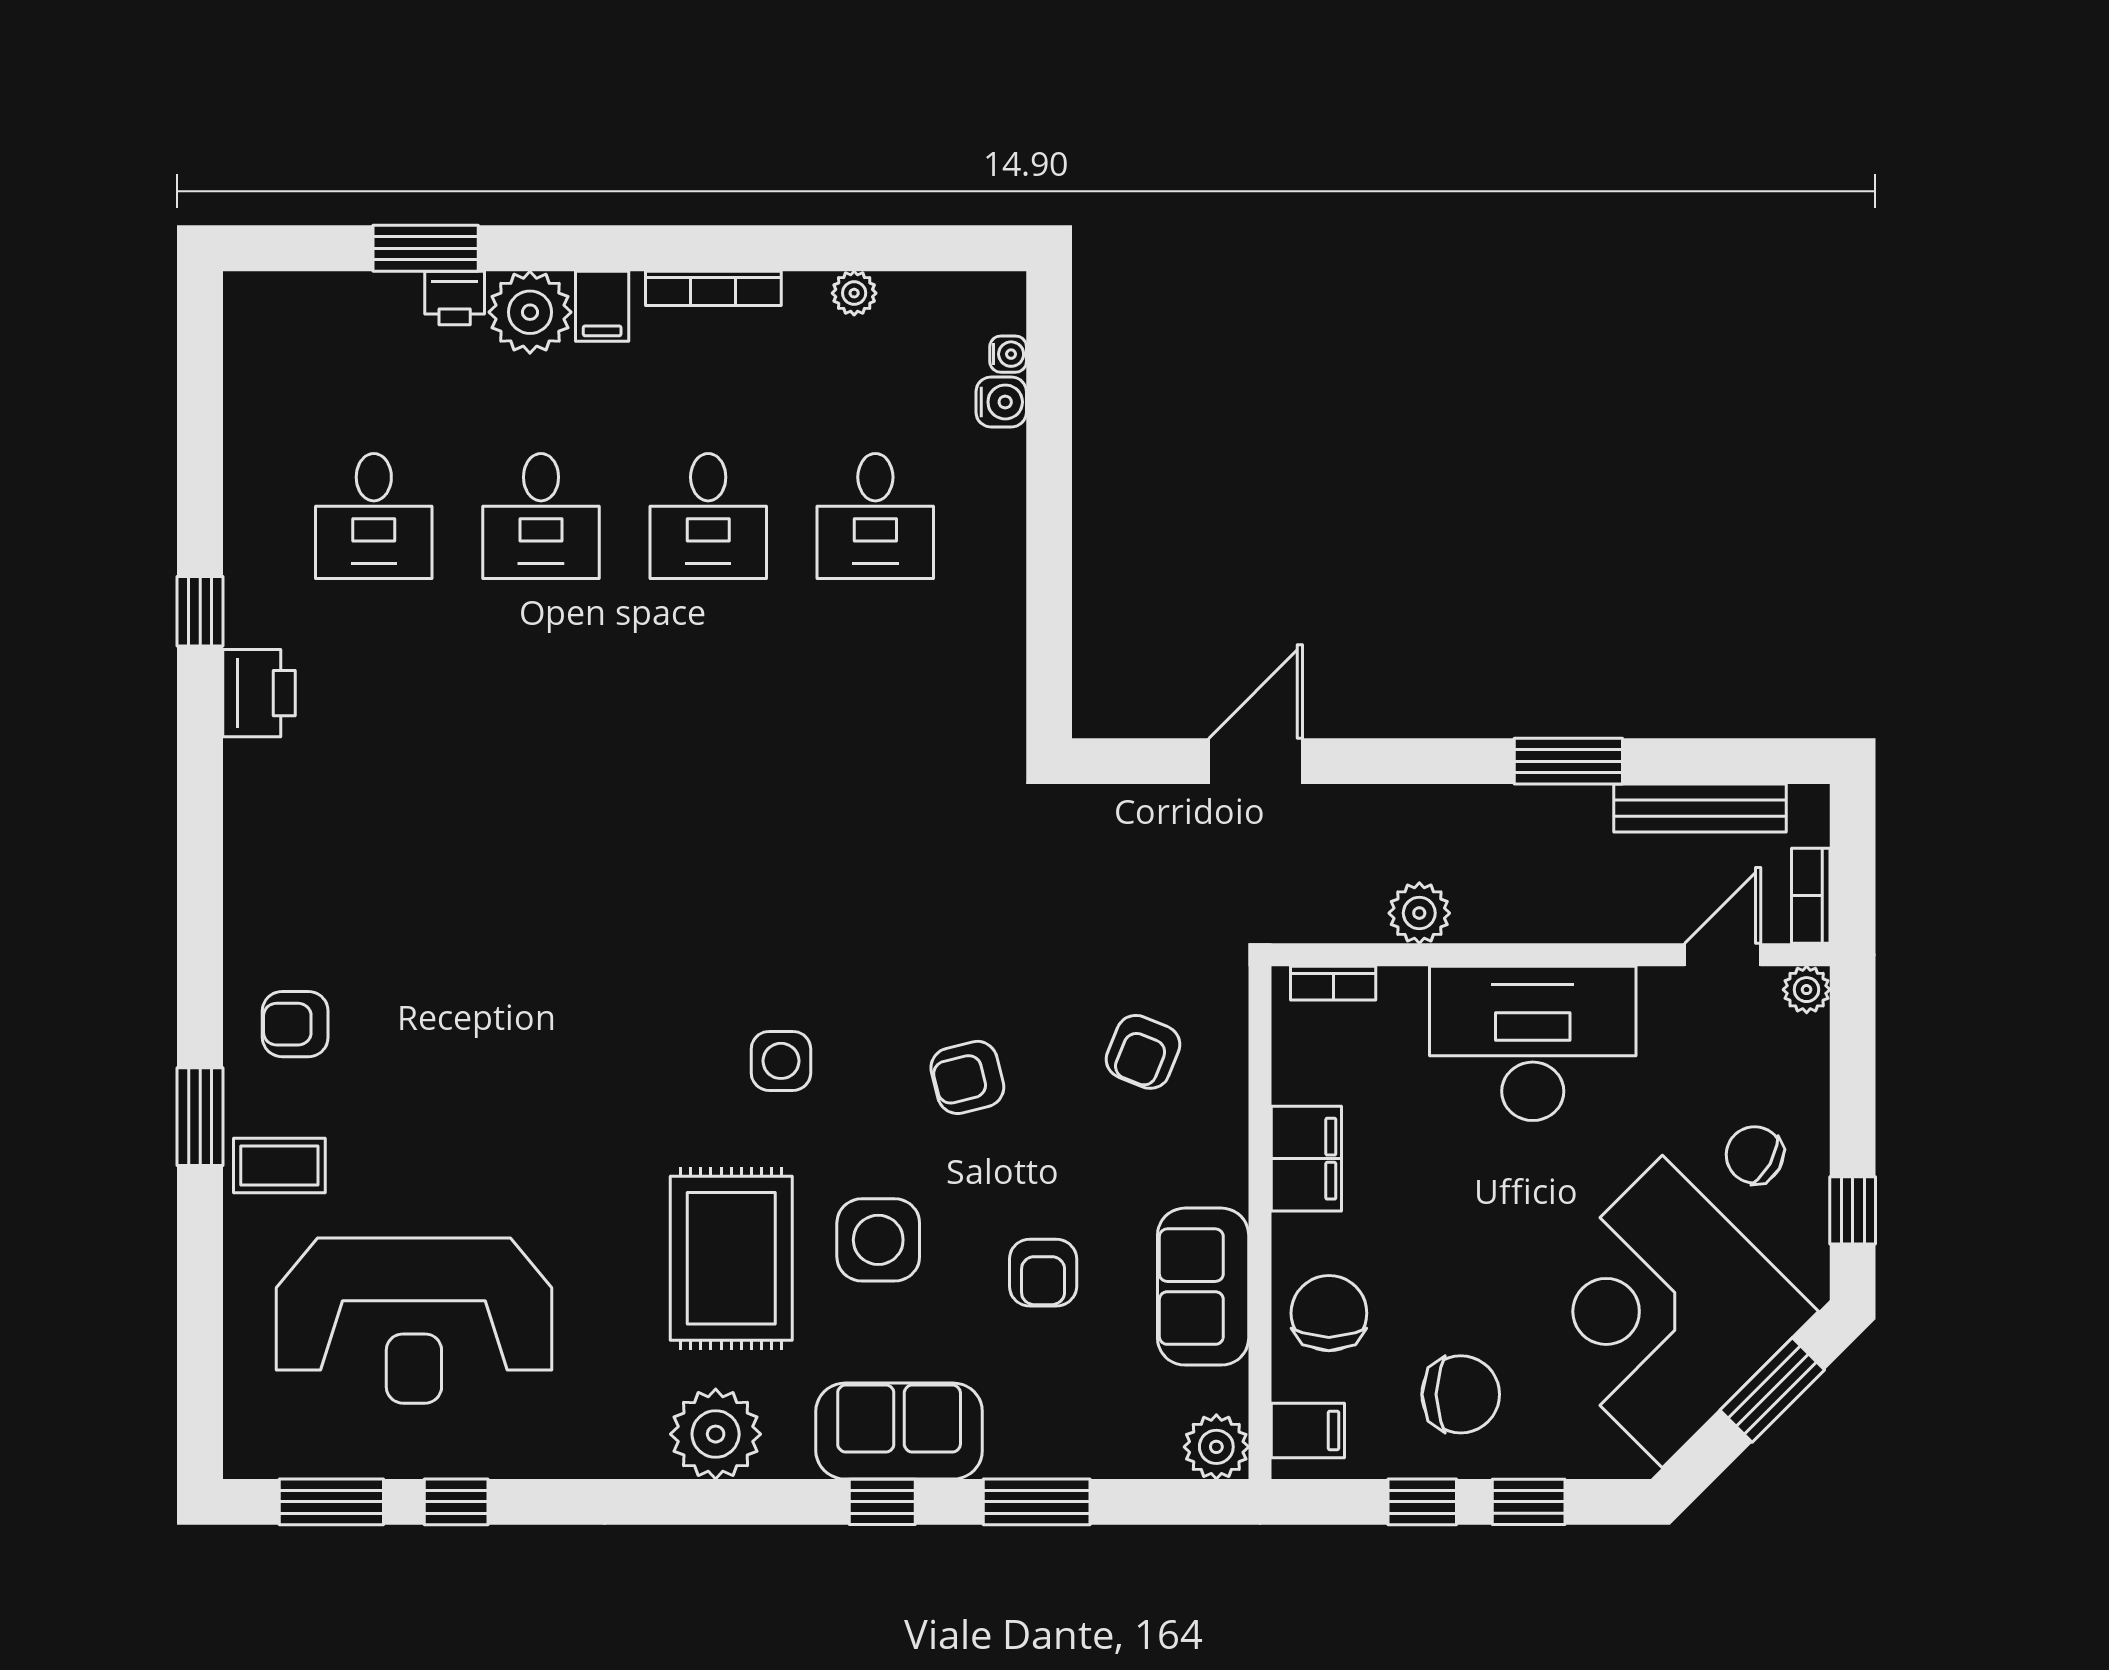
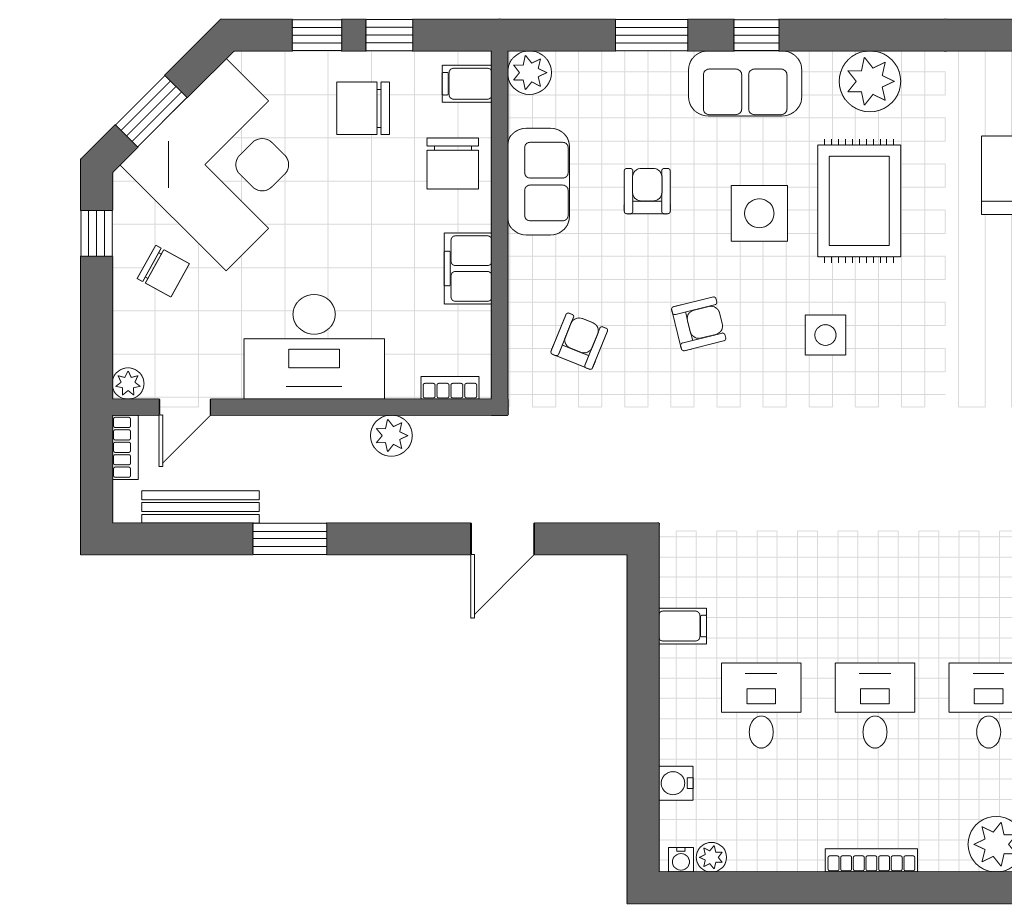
plant: (854, 293) -> (711, 857), moved
filing cabinet: (602, 306) -> (683, 626), moved, turned 90
water cooler: (1008, 354) -> (681, 860), moved, turned -90

